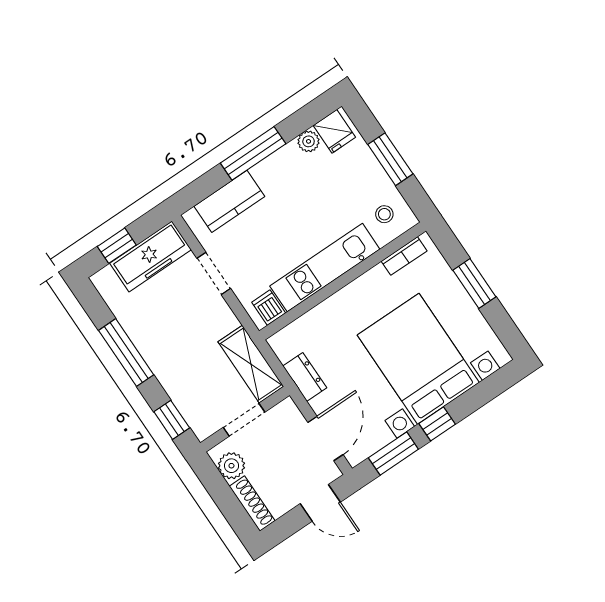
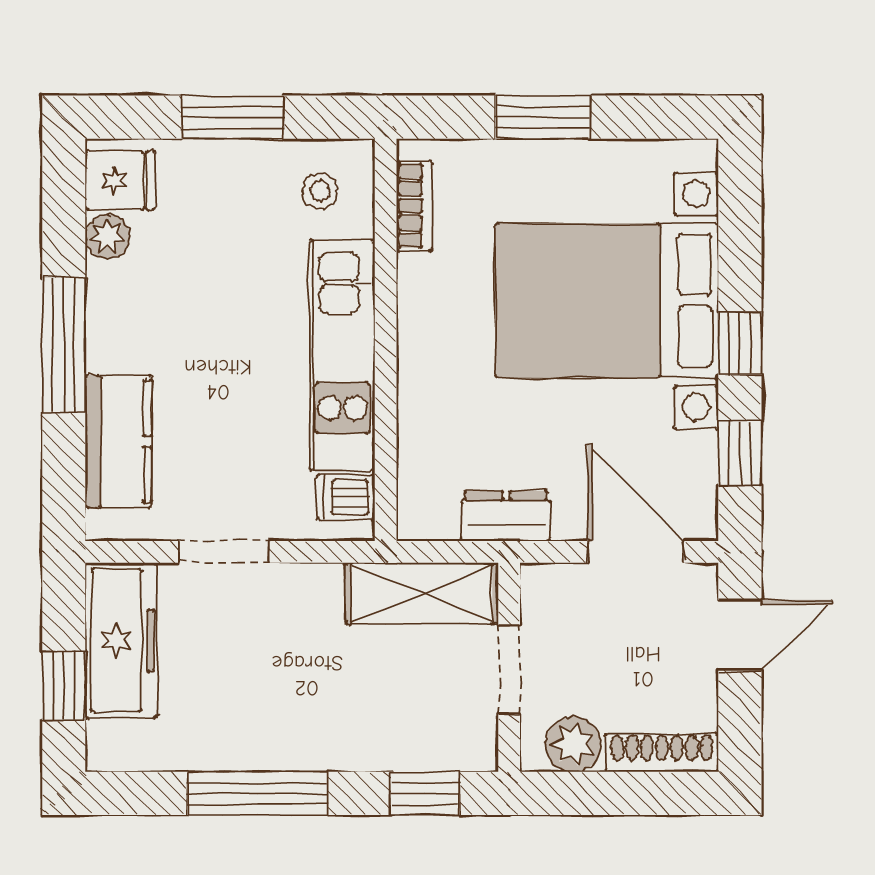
window: (393, 453) -> (740, 453), width x0.67

